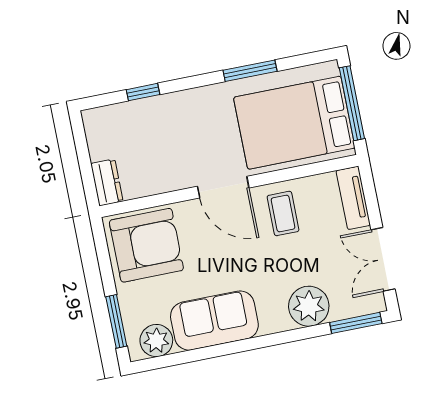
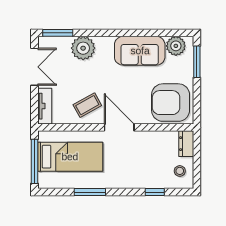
bed: (294, 123) -> (70, 157), width x0.67
stool: (109, 135) -> (180, 171), added
coffee table: (283, 213) -> (87, 105), turned 61

